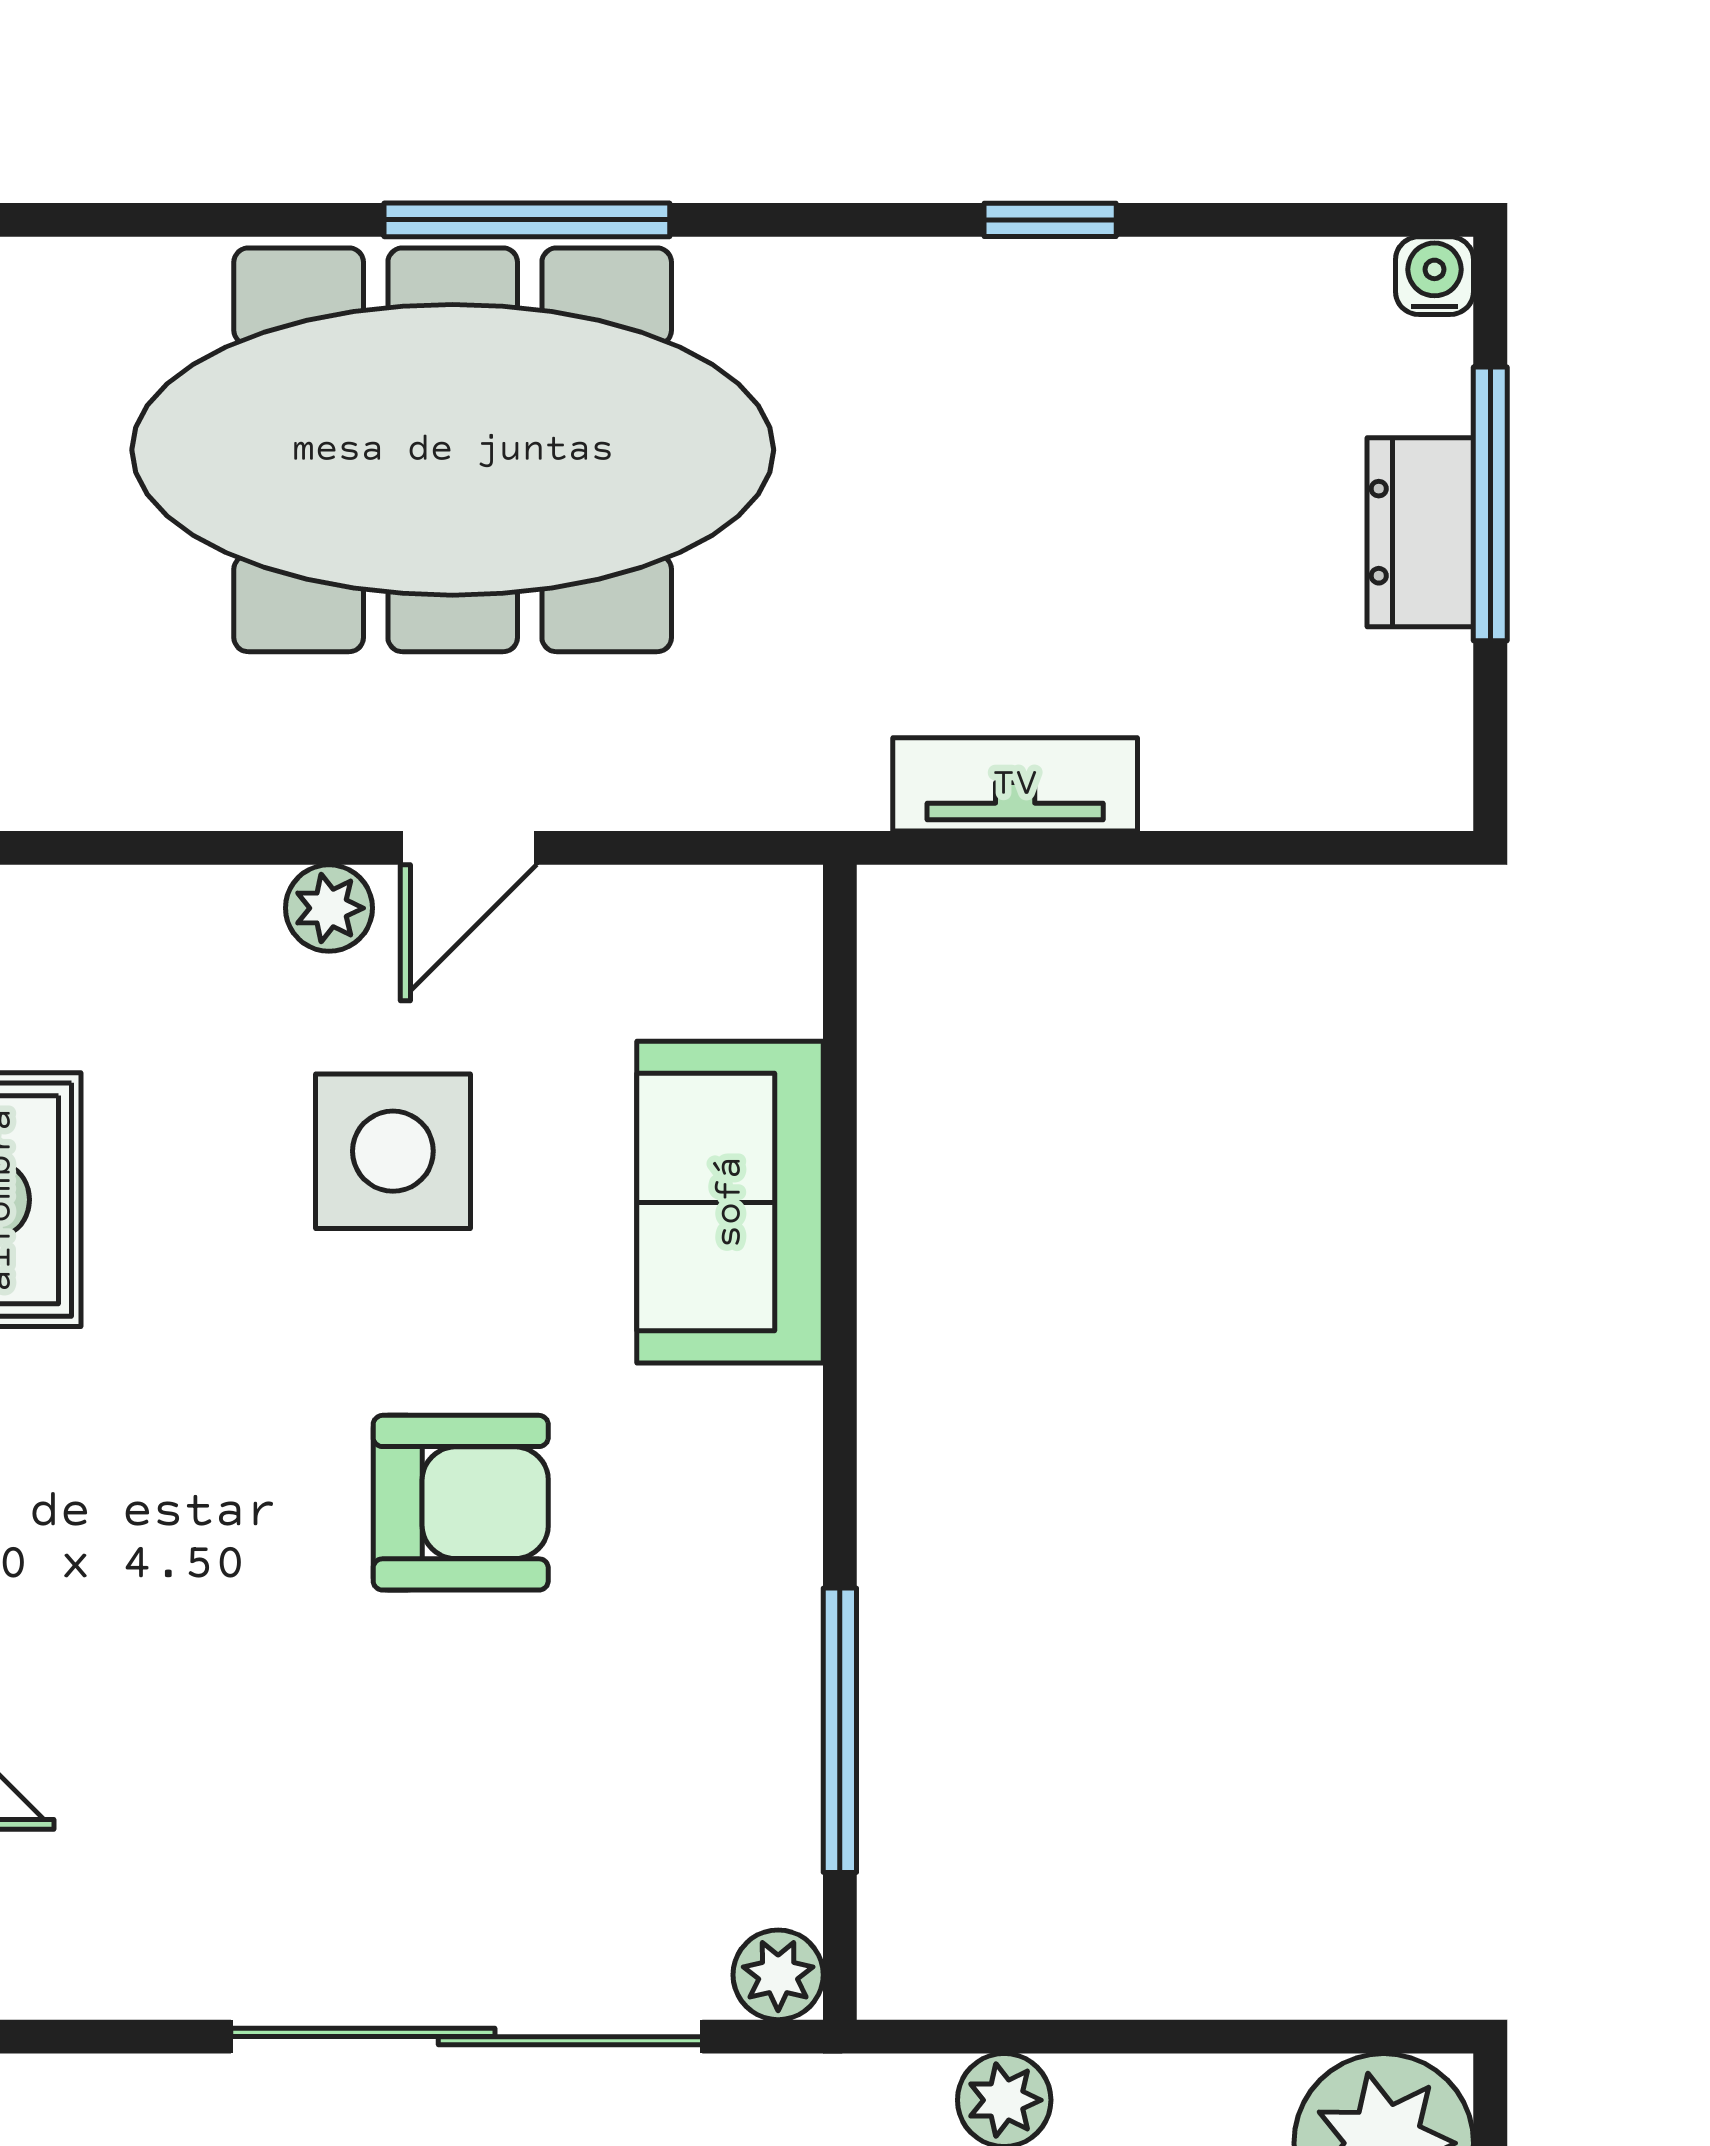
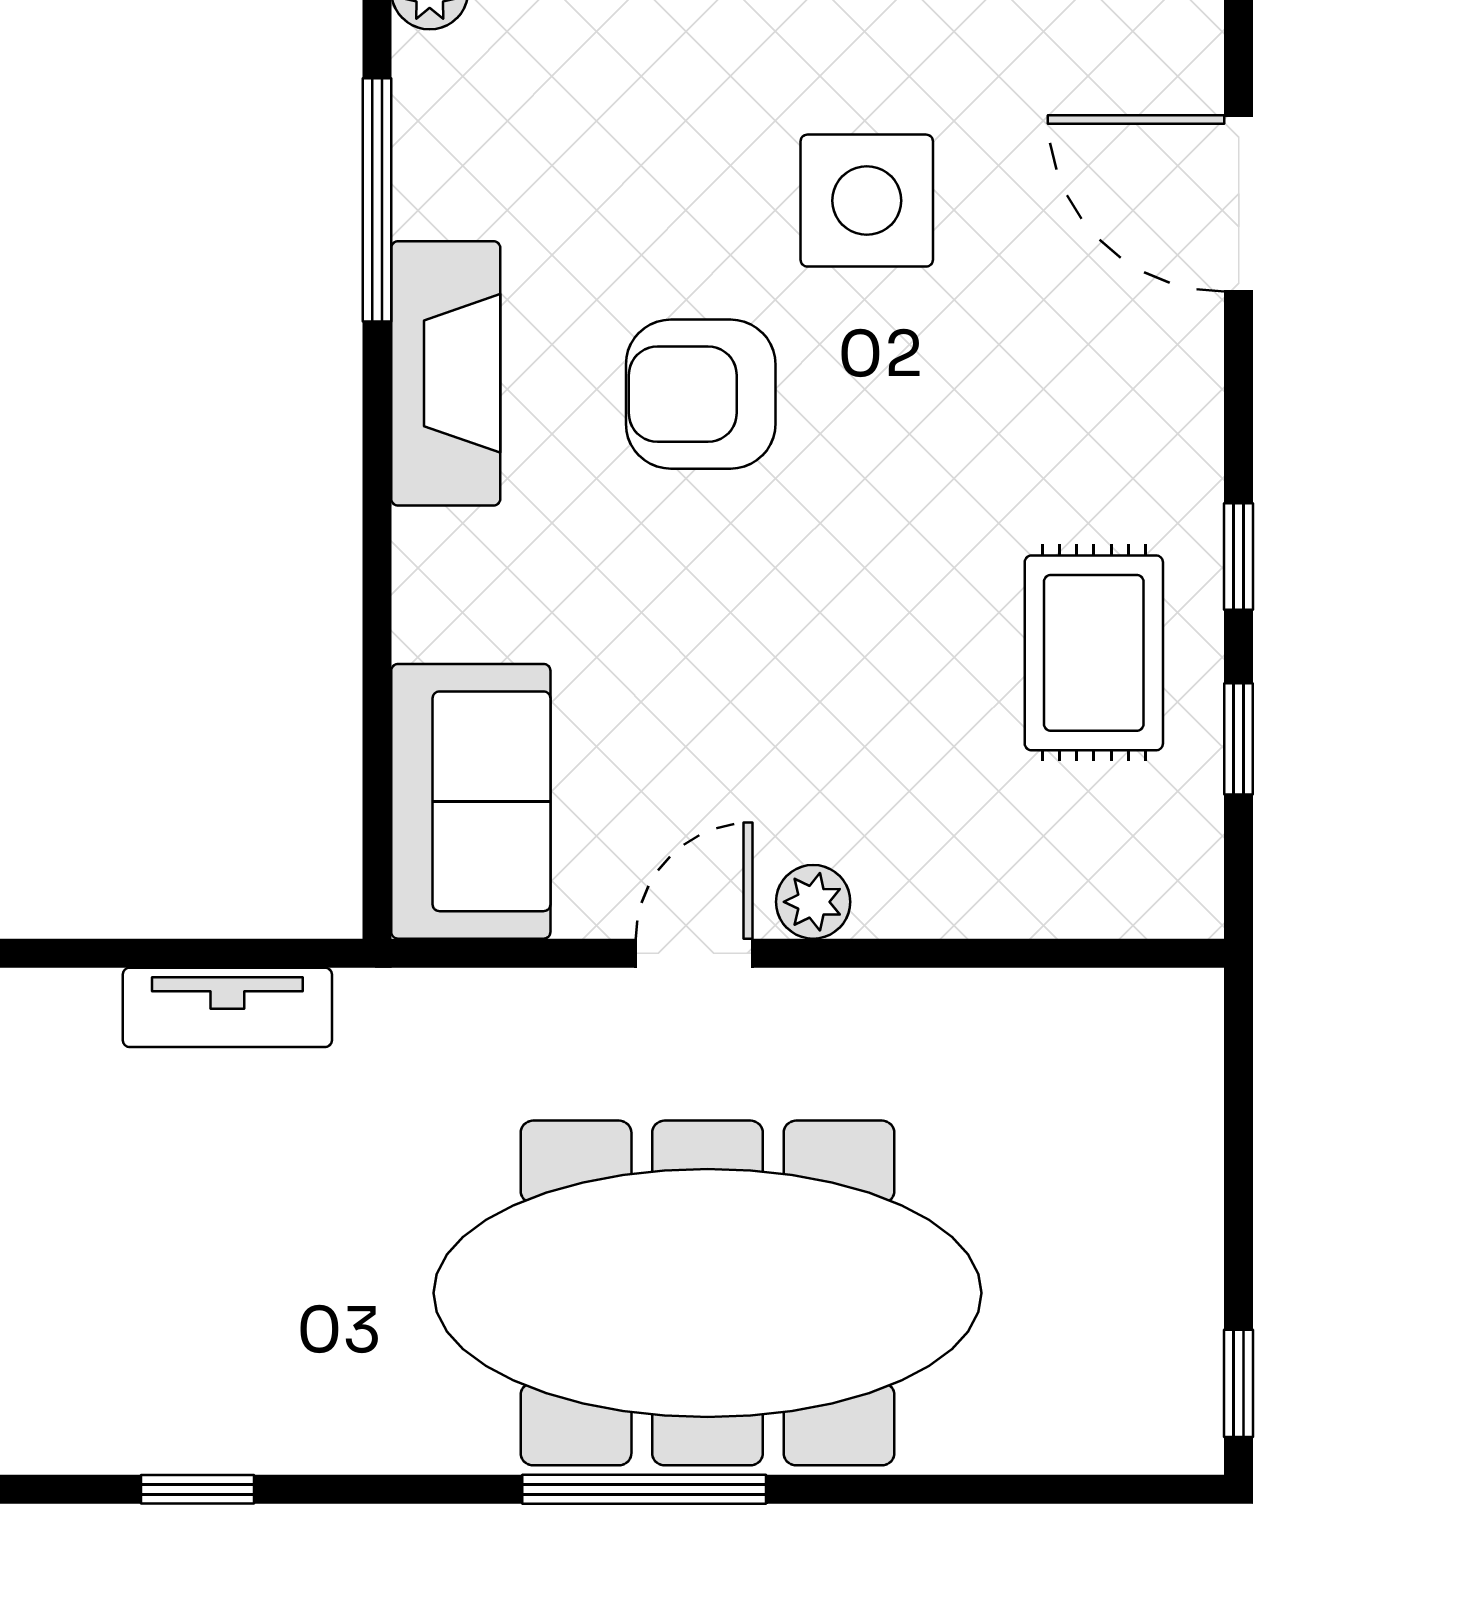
side table: (393, 1151) -> (867, 201), moved
sofa: (730, 1202) -> (471, 801), moved
fireplace: (759, 1527) -> (446, 373), added

